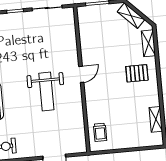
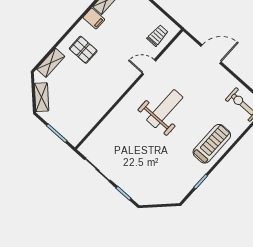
door: (81, 74) -> (149, 67), moved
filing cabinet: (151, 100) -> (94, 18), added

